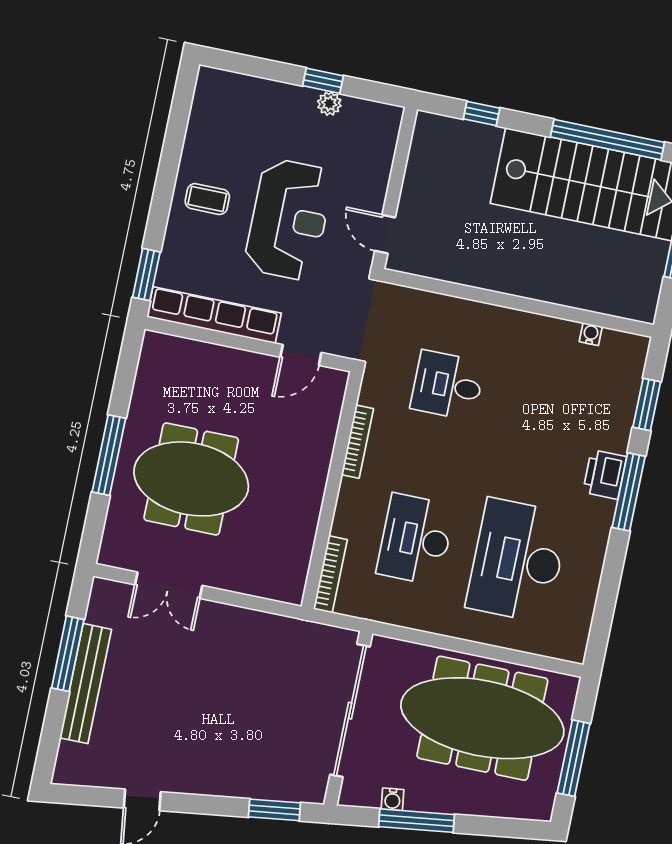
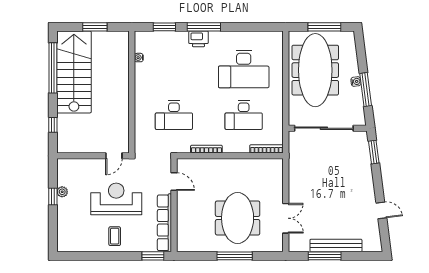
desk: (448, 385) -> (174, 115), width x1.37
water cooler: (393, 799) -> (356, 81), moved

